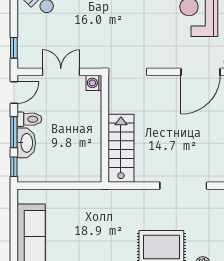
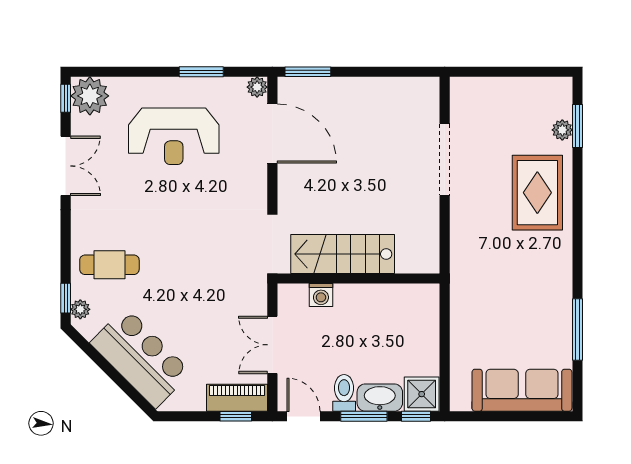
piano: (26, 49) -> (237, 398), added
washing machine: (94, 83) -> (321, 295), moved
stairs: (121, 148) -> (343, 254), moved
shower: (28, 170) -> (422, 394), added

